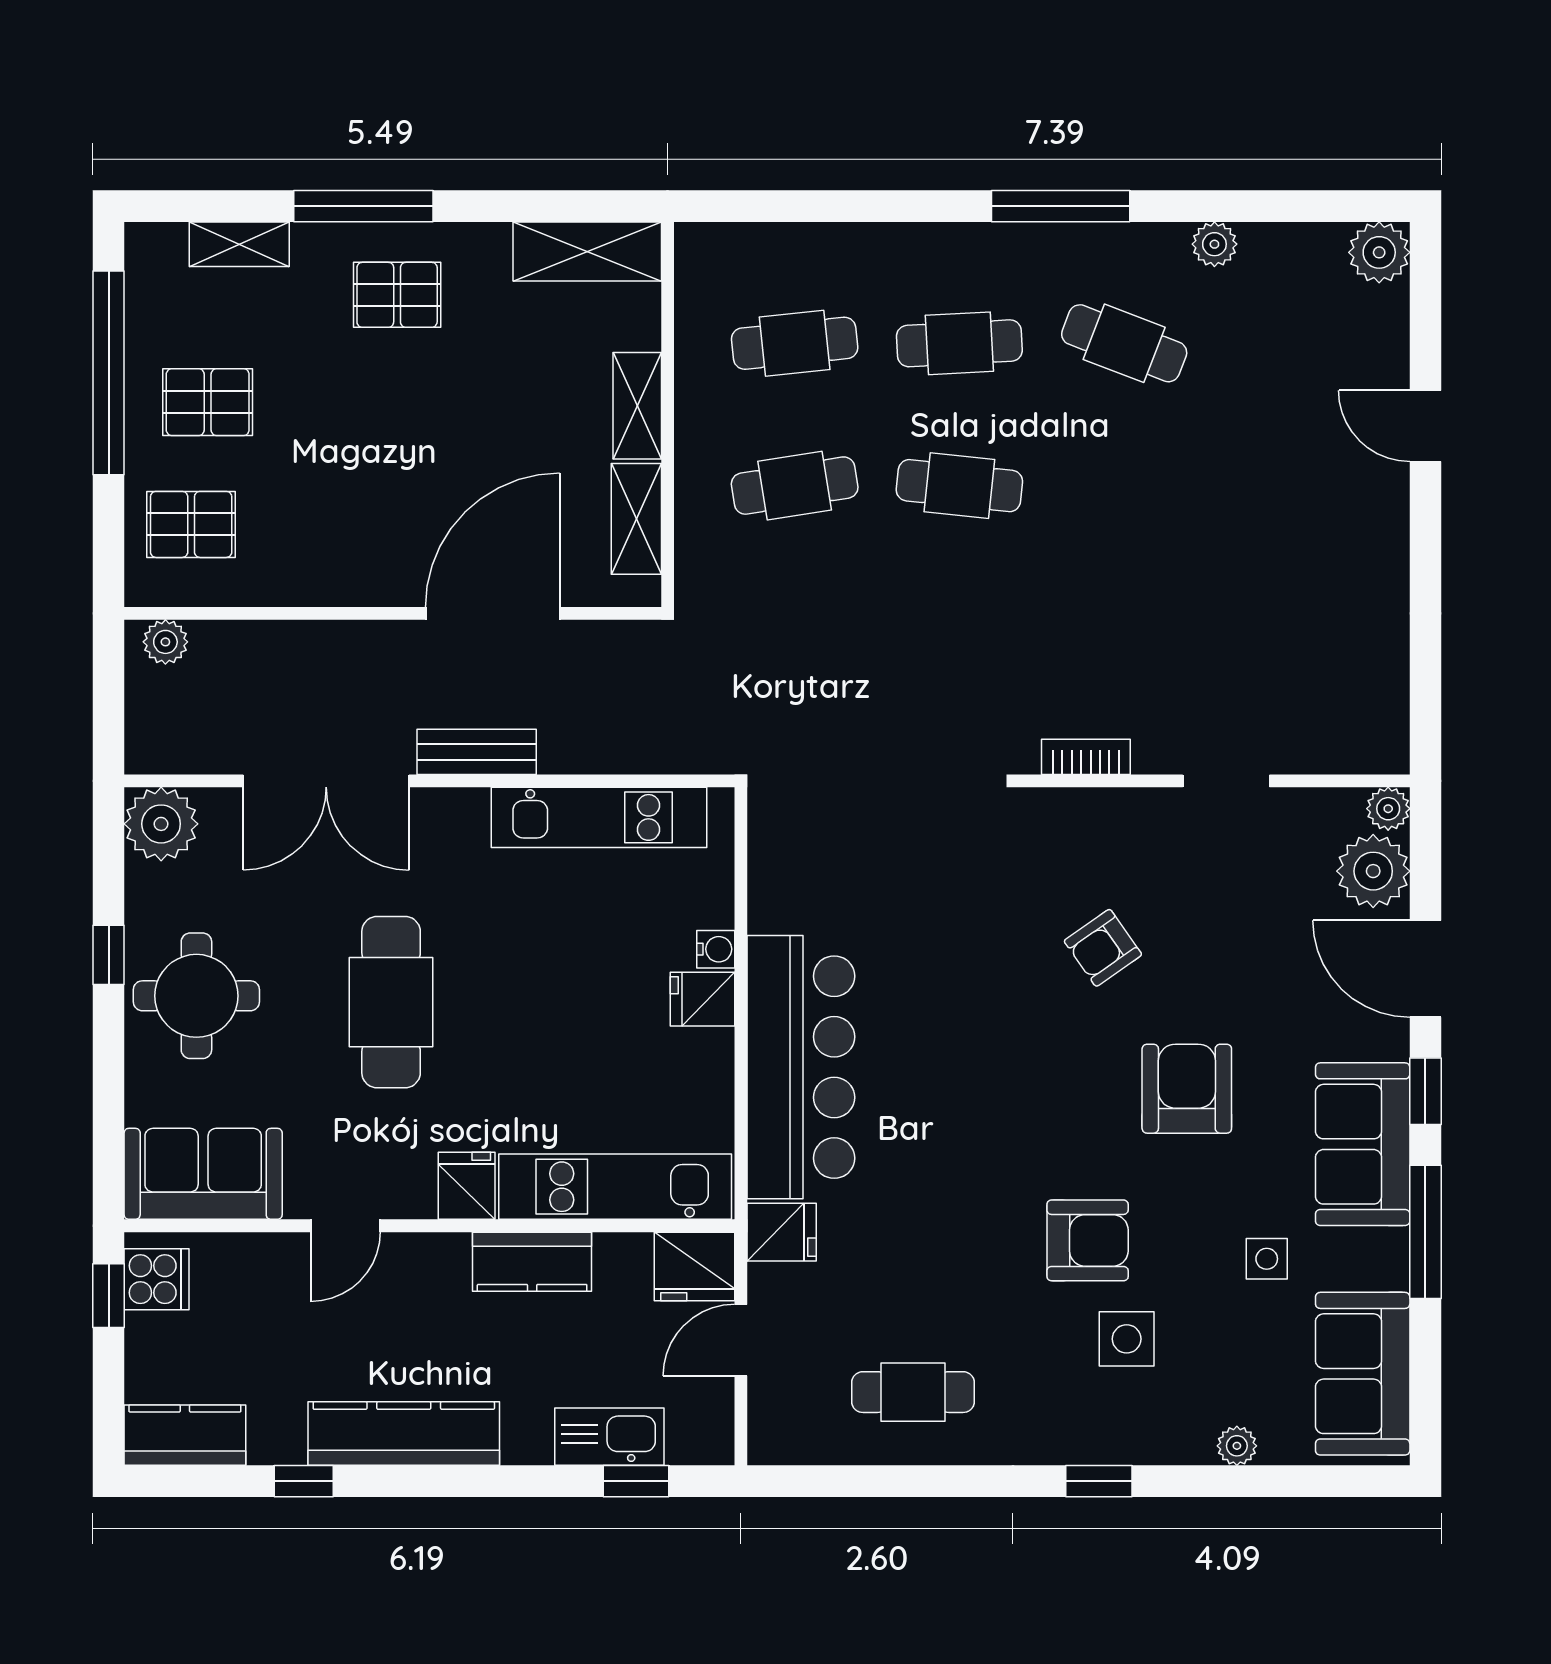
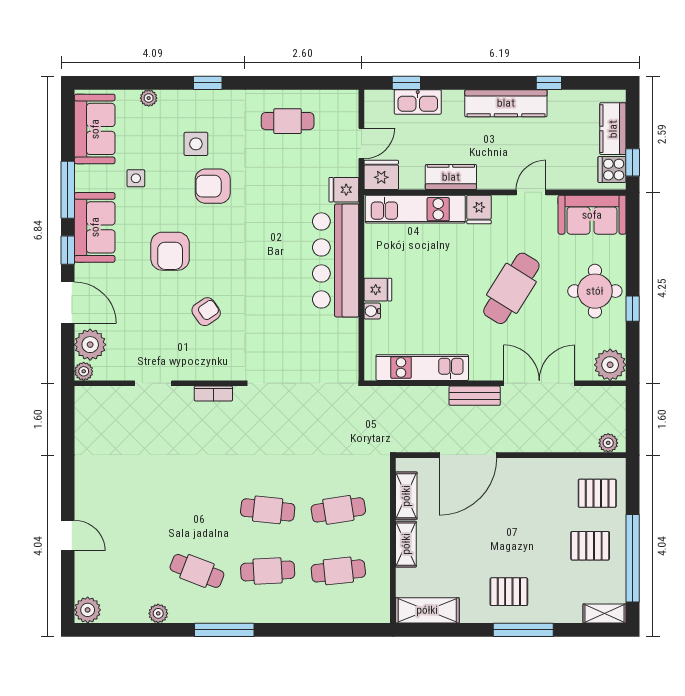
shelving: (239, 244) -> (605, 613), moved
cafe table: (391, 1002) -> (511, 288), turned 32
kitchen counter: (185, 1435) -> (613, 129), moved, turned 90

